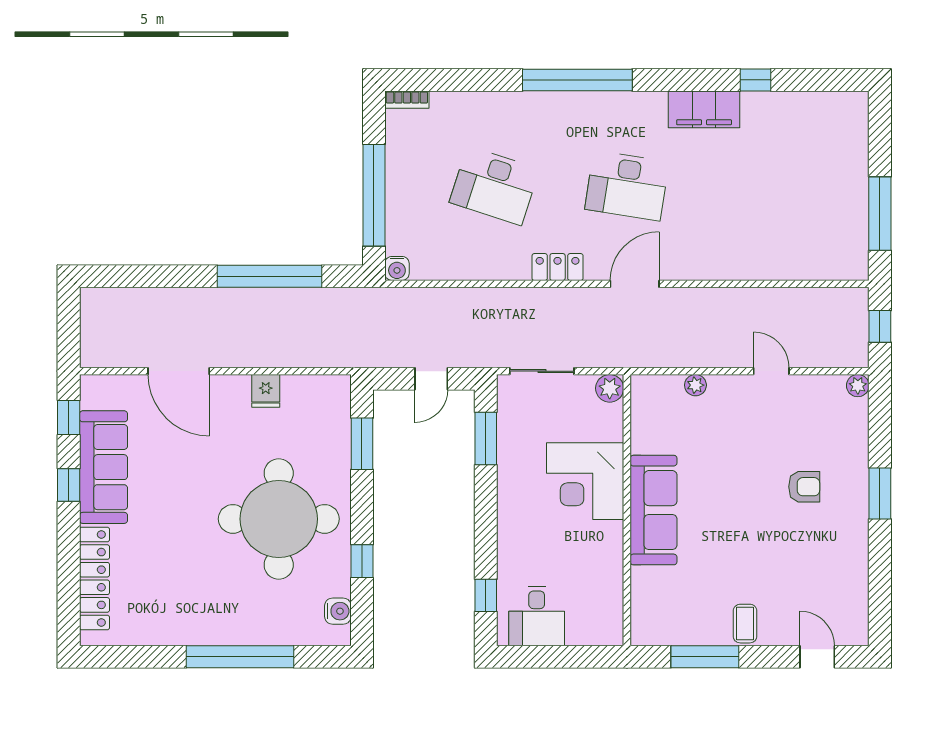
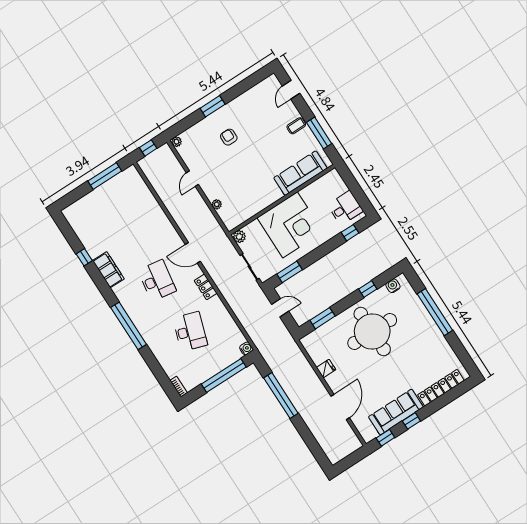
corner desk: (585, 481) -> (290, 225), width x1.36, depth x1.36
sofa: (654, 510) -> (300, 173), moved

